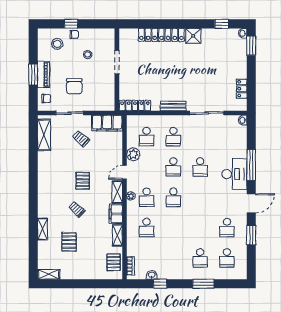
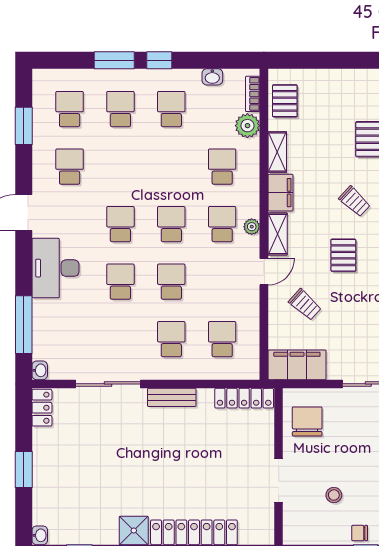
window: (251, 46) -> (24, 470), moved
chair: (74, 86) -> (307, 421), moved
locker: (242, 89) -> (42, 408), moved
trolley: (81, 138) -> (305, 305), moved
plant: (133, 154) -> (247, 126), moved
window: (251, 165) -> (24, 325), moved
school desk: (200, 197) -> (120, 224), added
window: (251, 235) -> (24, 126), moved
school desk: (173, 258) -> (171, 109), added
window: (160, 284) -> (159, 60), moved

